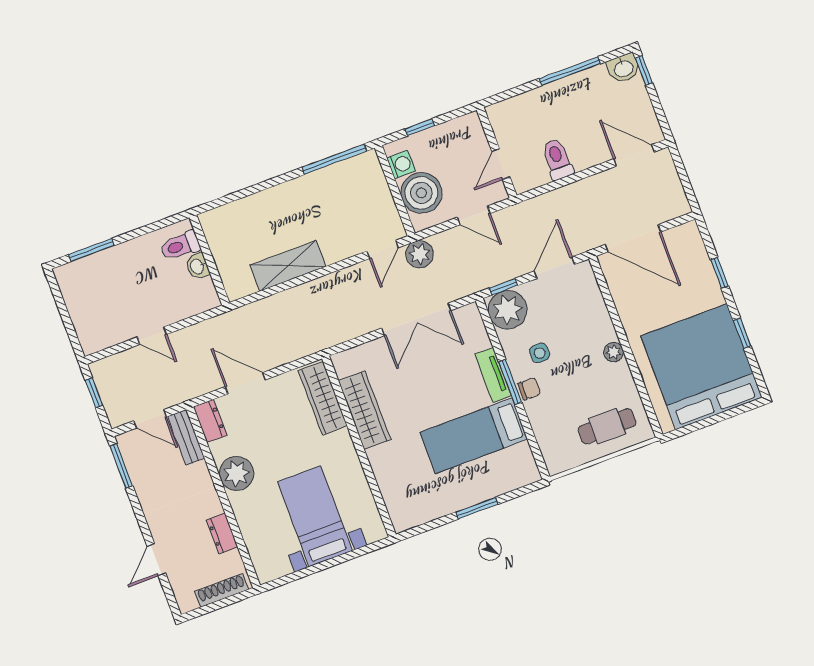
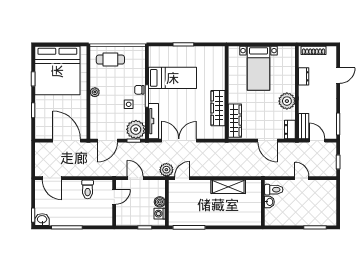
boiler: (421, 193) -> (160, 202), width x0.54, depth x0.54
toilet: (180, 246) -> (274, 190), moved
tv unit: (493, 375) -> (153, 121), moved, width x1.41

